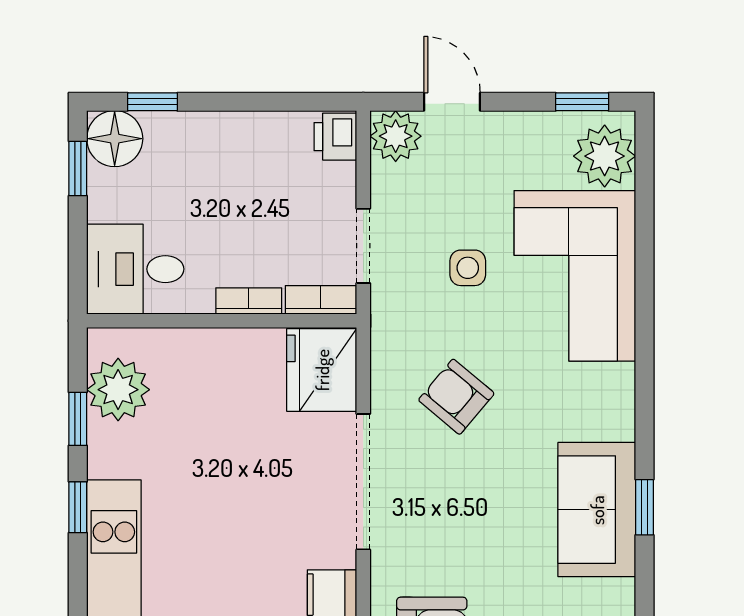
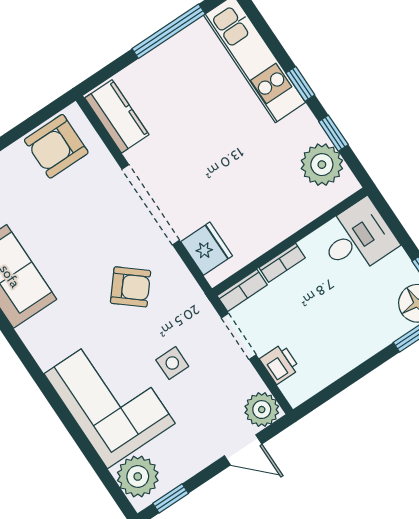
printer: (335, 137) -> (280, 364), moved
fridge: (322, 370) -> (207, 249), width x0.73, depth x0.75

